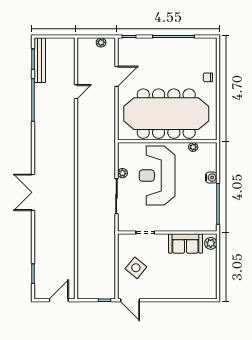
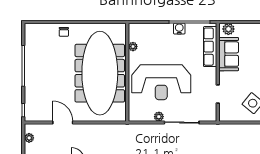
water cooler: (211, 178) -> (179, 29), moved
row of seats: (193, 225) -> (210, 47), added

